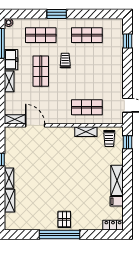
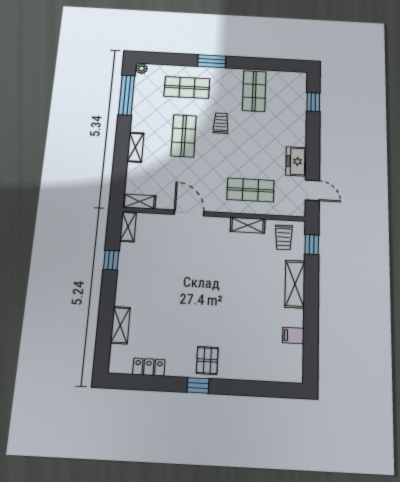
shop shelf: (87, 35) -> (254, 91), turned 90
freezer: (11, 60) -> (296, 161), moved, turned 180
door: (35, 125) -> (189, 213), moved
shelving: (9, 178) -> (128, 227), moved
shelving: (117, 180) -> (295, 284), moved
locker: (113, 225) -> (149, 367), moved
window: (59, 235) -> (198, 385), width x0.32

